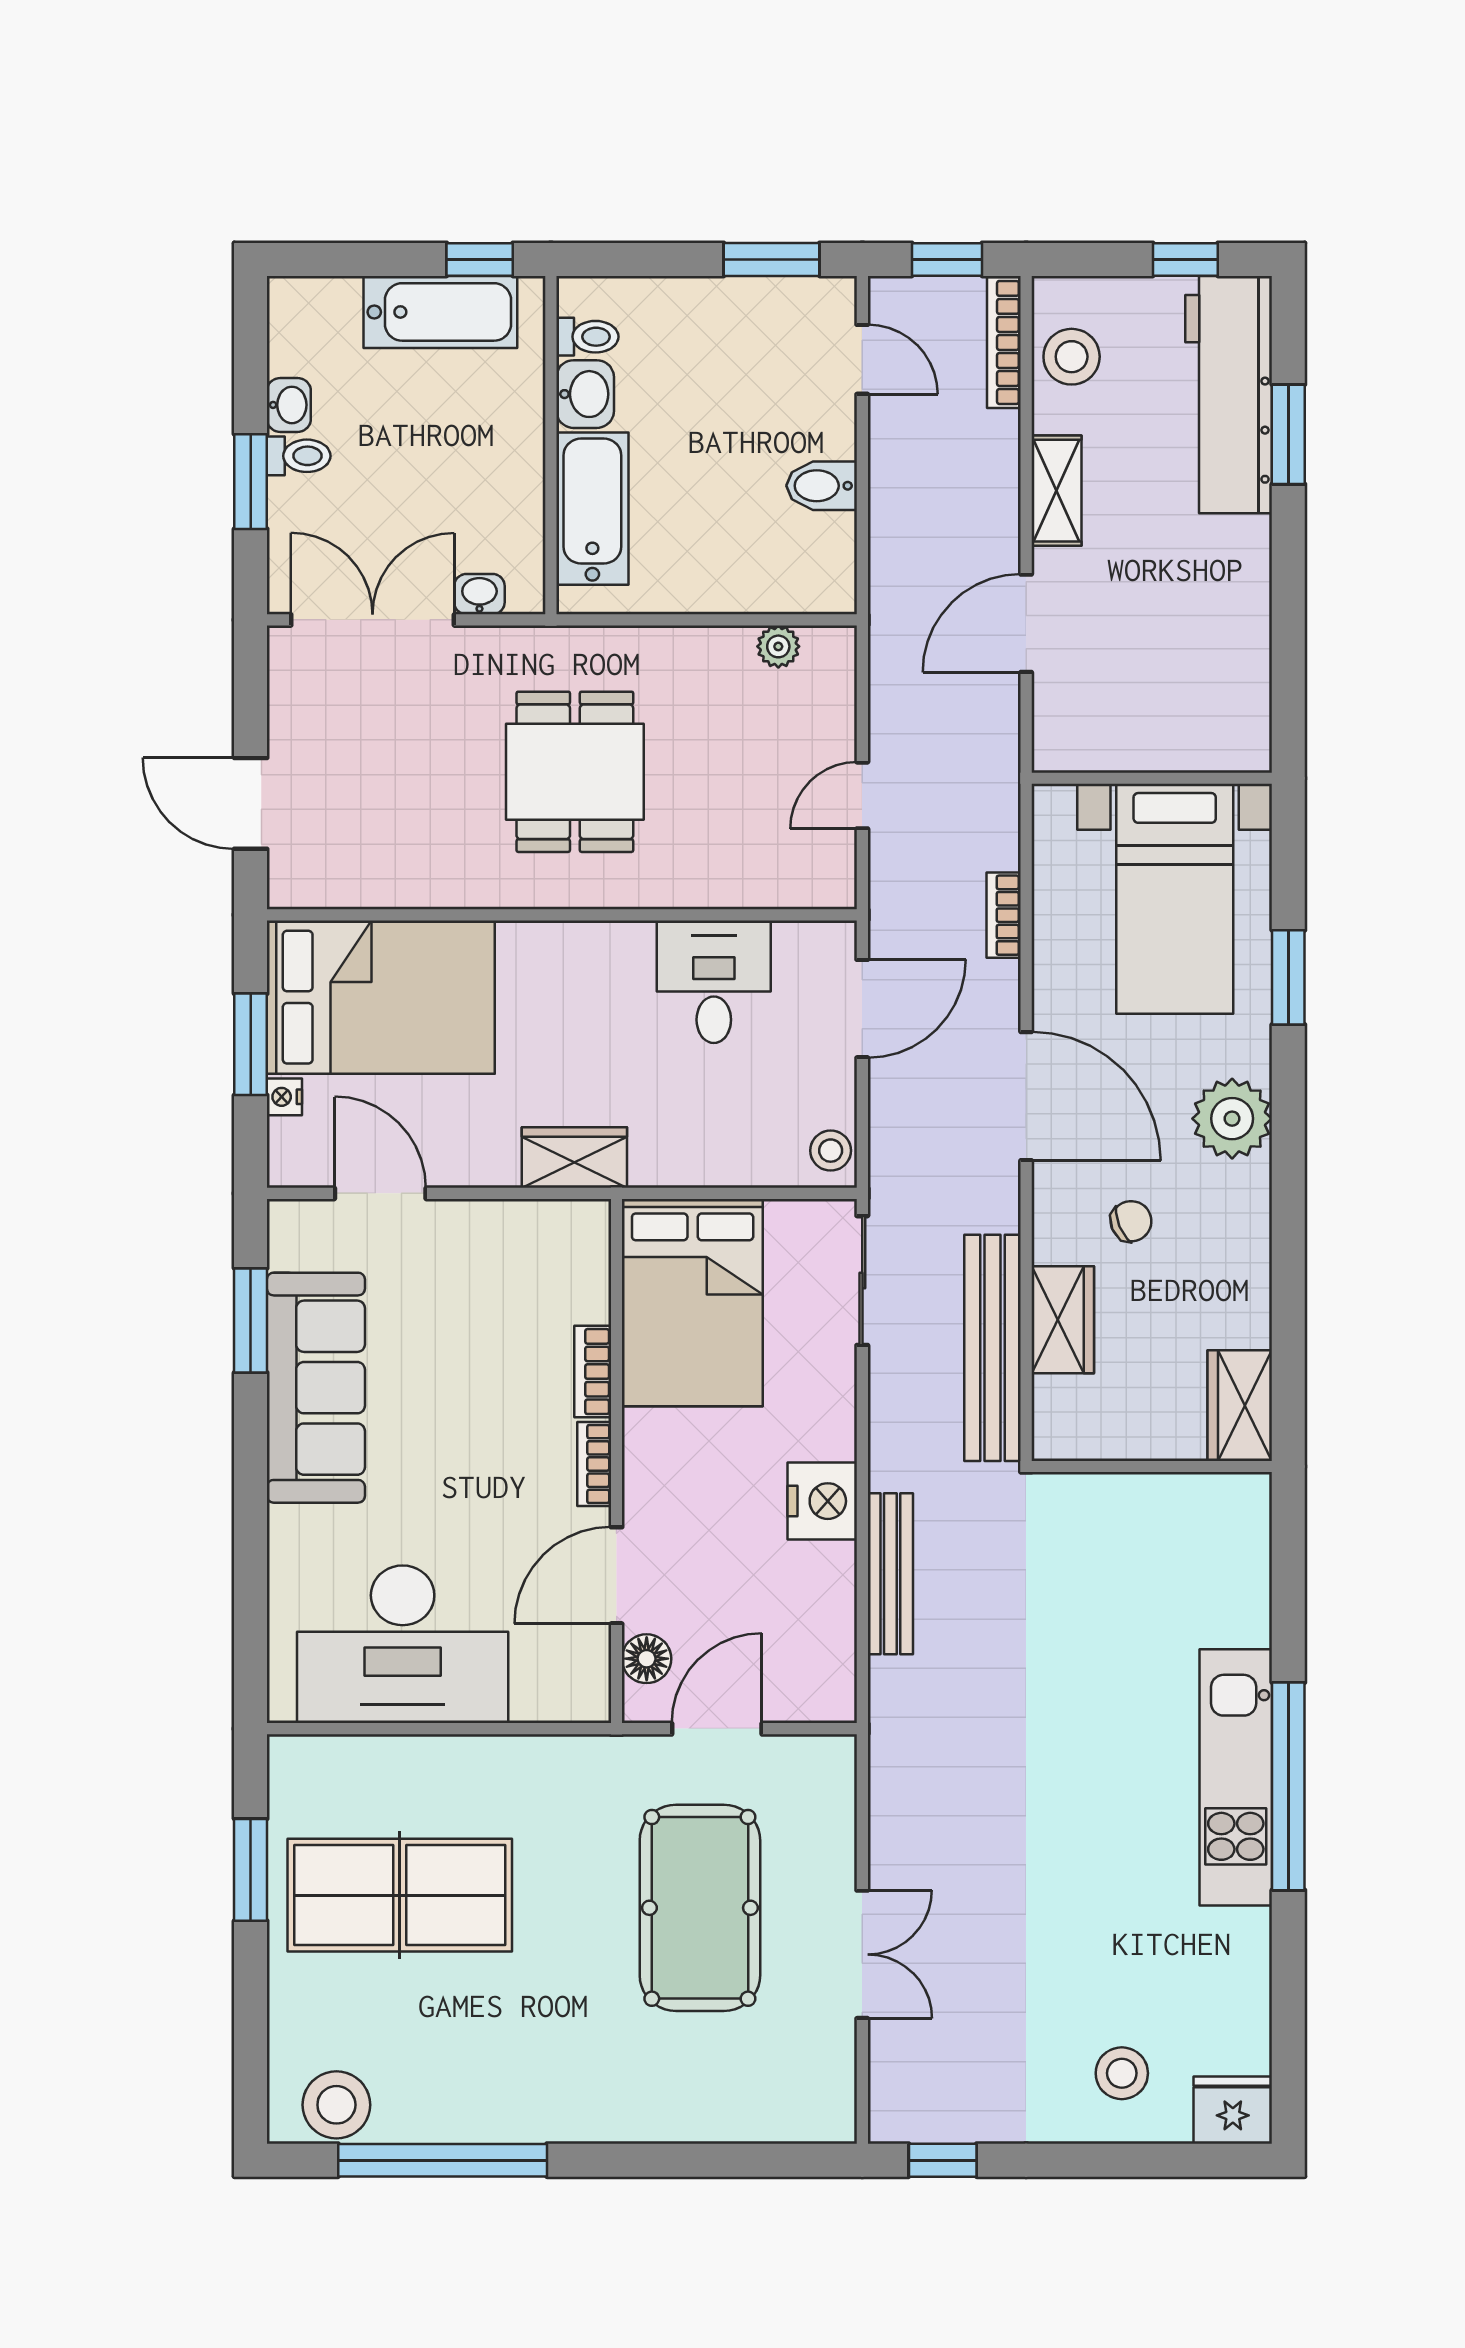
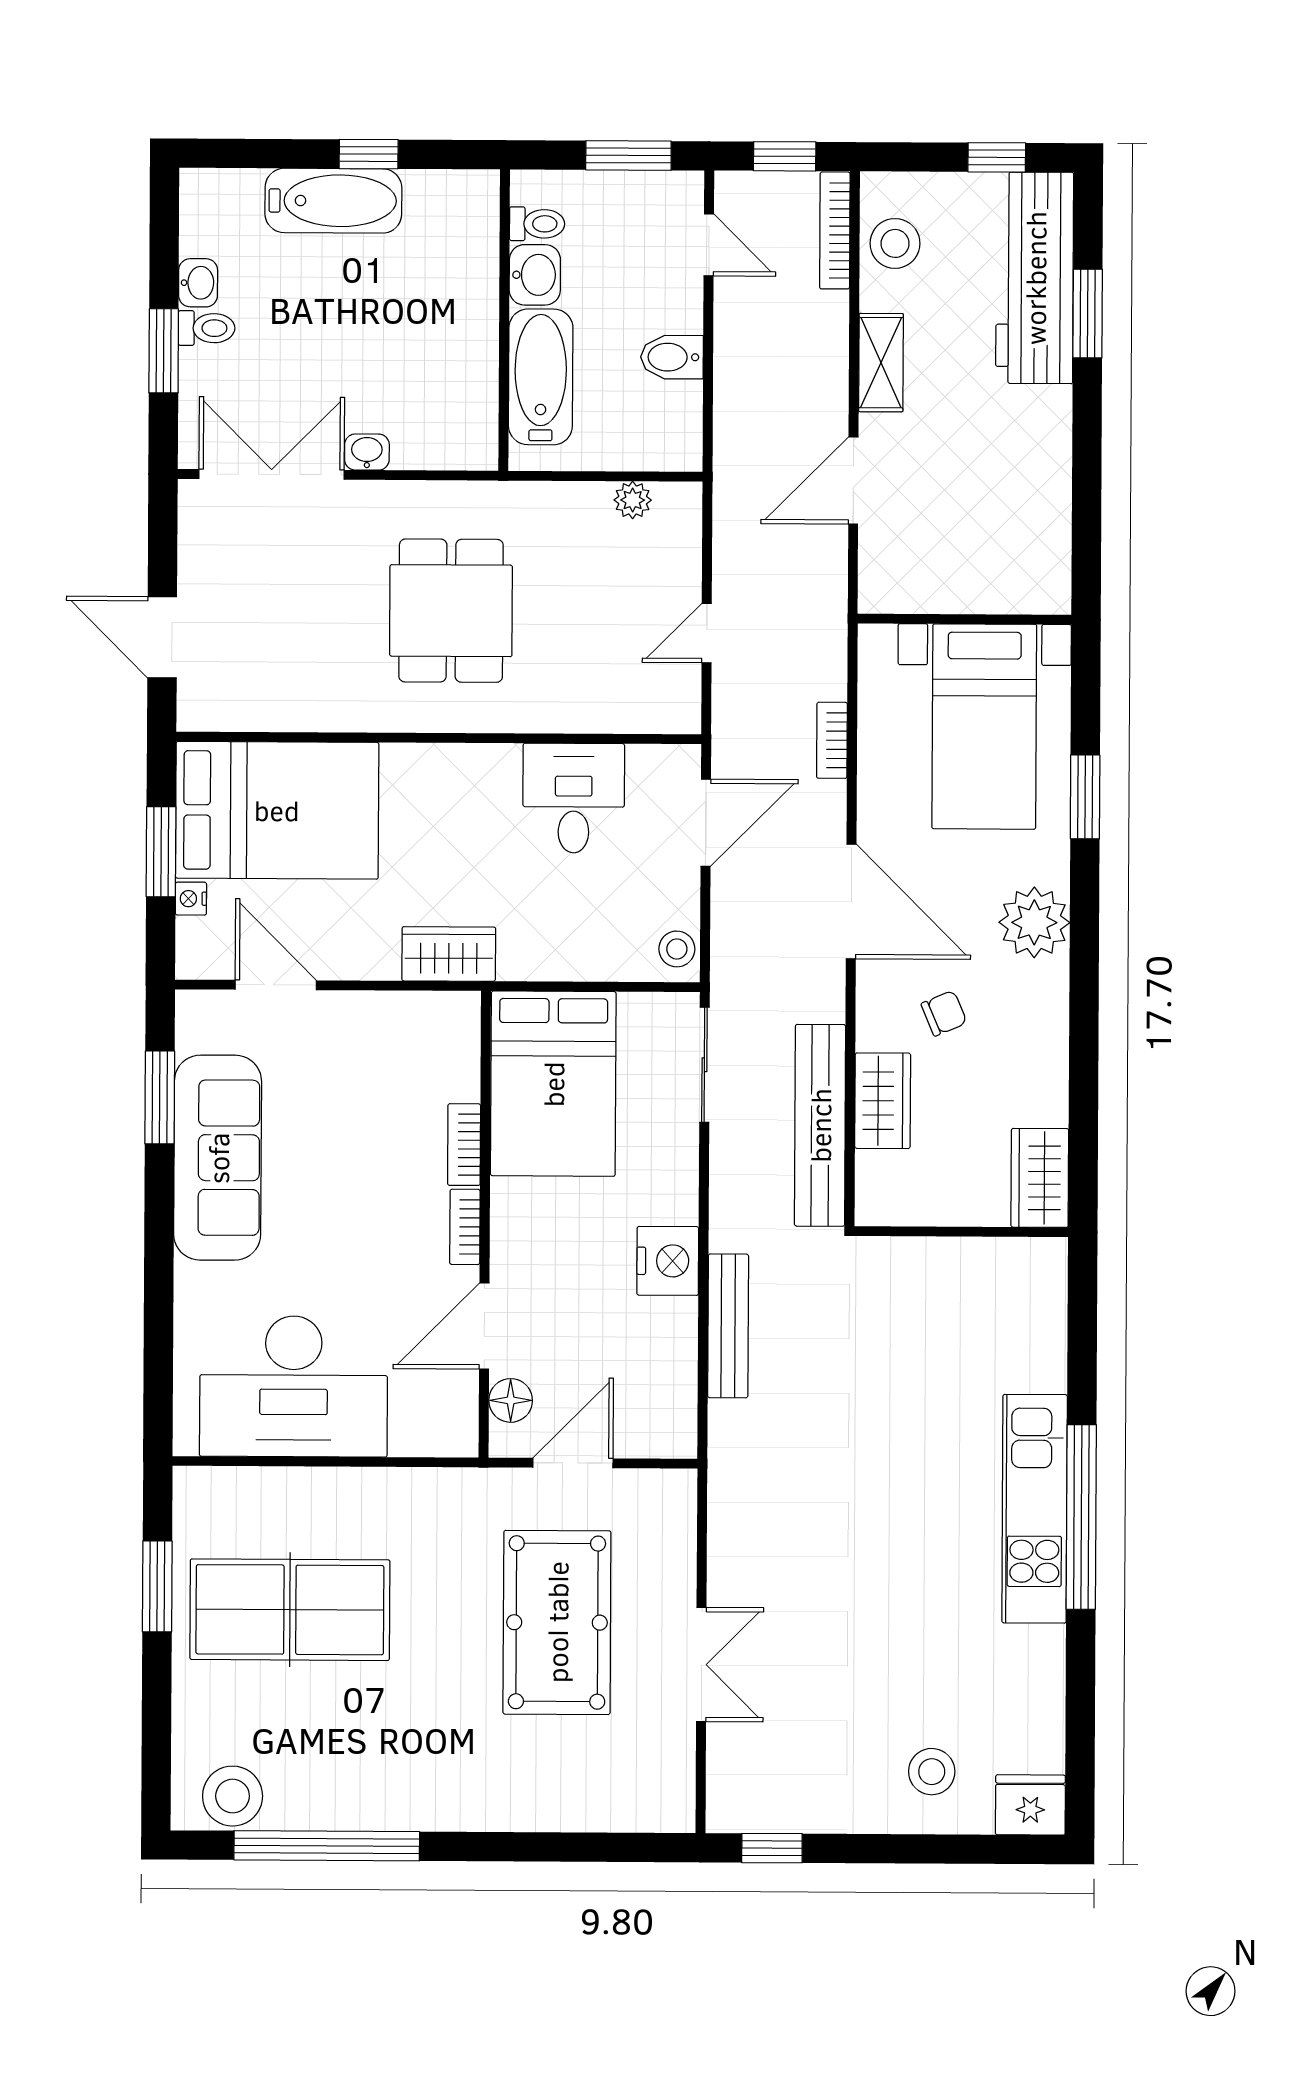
toilet: (587, 337) -> (537, 224), moved
washbasin: (585, 394) -> (535, 275), moved
wall: (551, 445) -> (504, 320), moved
bathtub: (592, 509) -> (541, 377), moved

